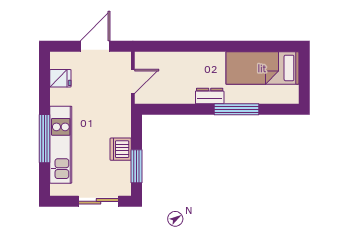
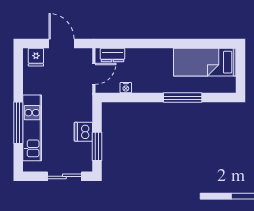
door: (95, 46) -> (62, 44), hinge flipped
fridge: (60, 78) -> (36, 57), moved, turned 90
dresser: (210, 96) -> (112, 55), moved, turned 180
nightstand: (170, 98) -> (126, 88), added

